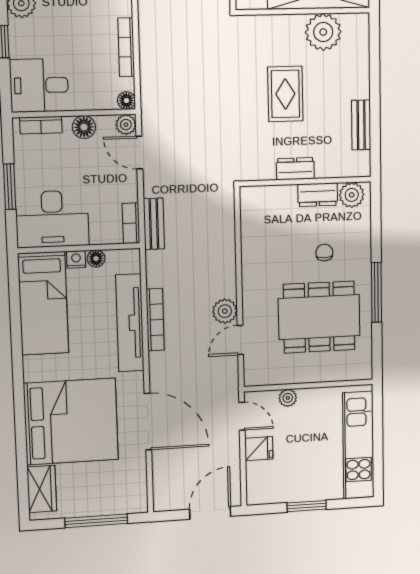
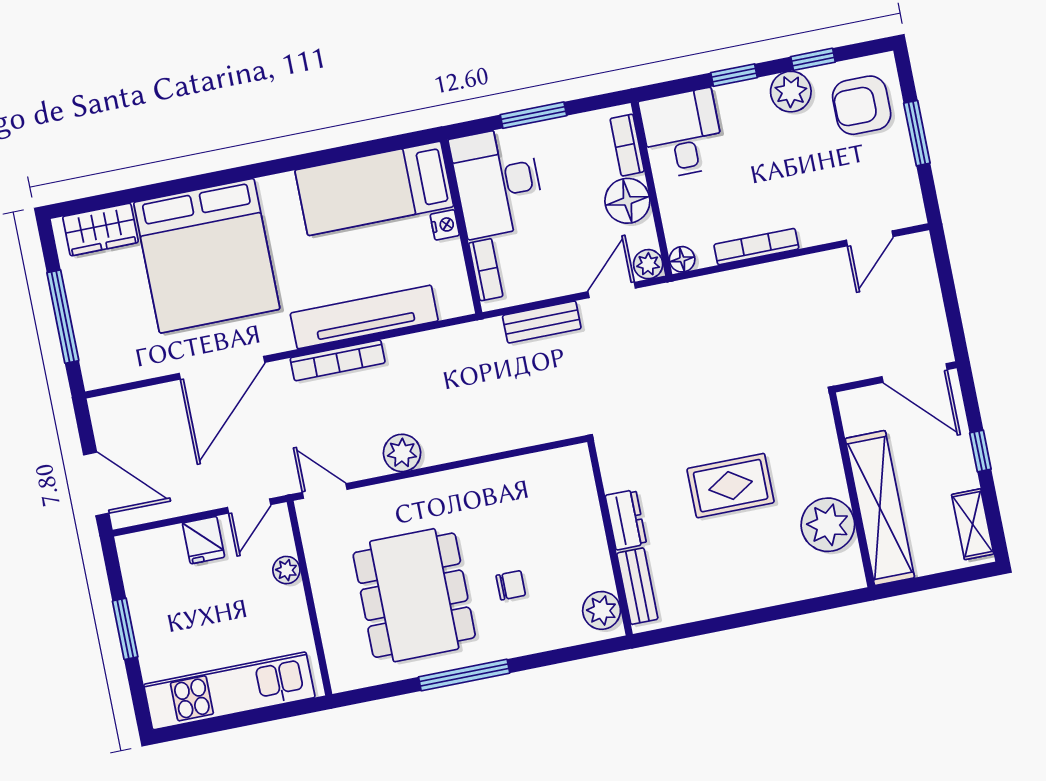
bench: (361, 125) -> (637, 586), moved, turned 90
floor lamp: (84, 127) -> (627, 201), width x1.38, depth x1.38
dresser: (318, 195) -> (594, 560), removed
bookcase: (131, 223) -> (486, 270), moved, turned 90
bench: (154, 224) -> (542, 322), moved
floor lamp: (96, 259) -> (450, 253), removed
bookcase: (155, 320) -> (338, 360), moved
door: (240, 340) -> (325, 491), moved

